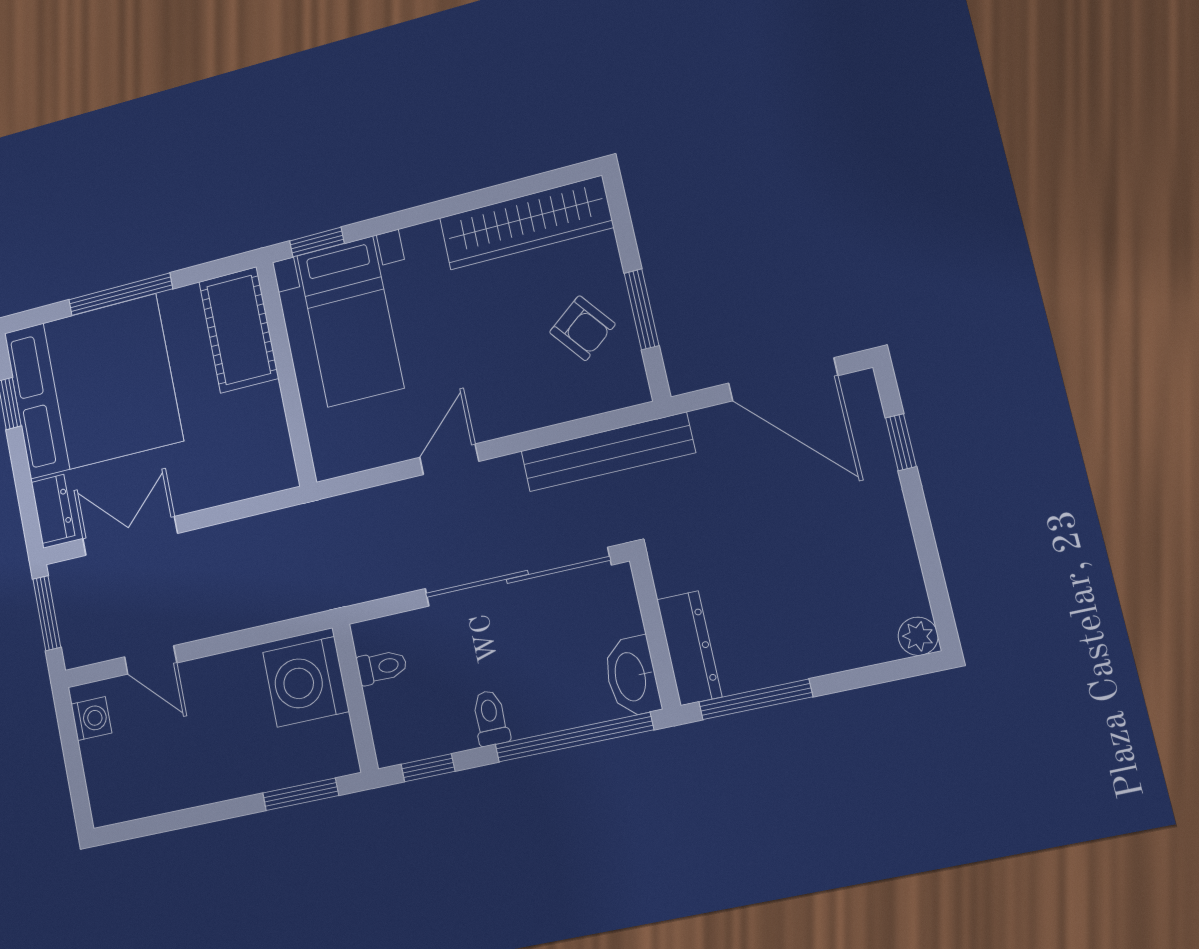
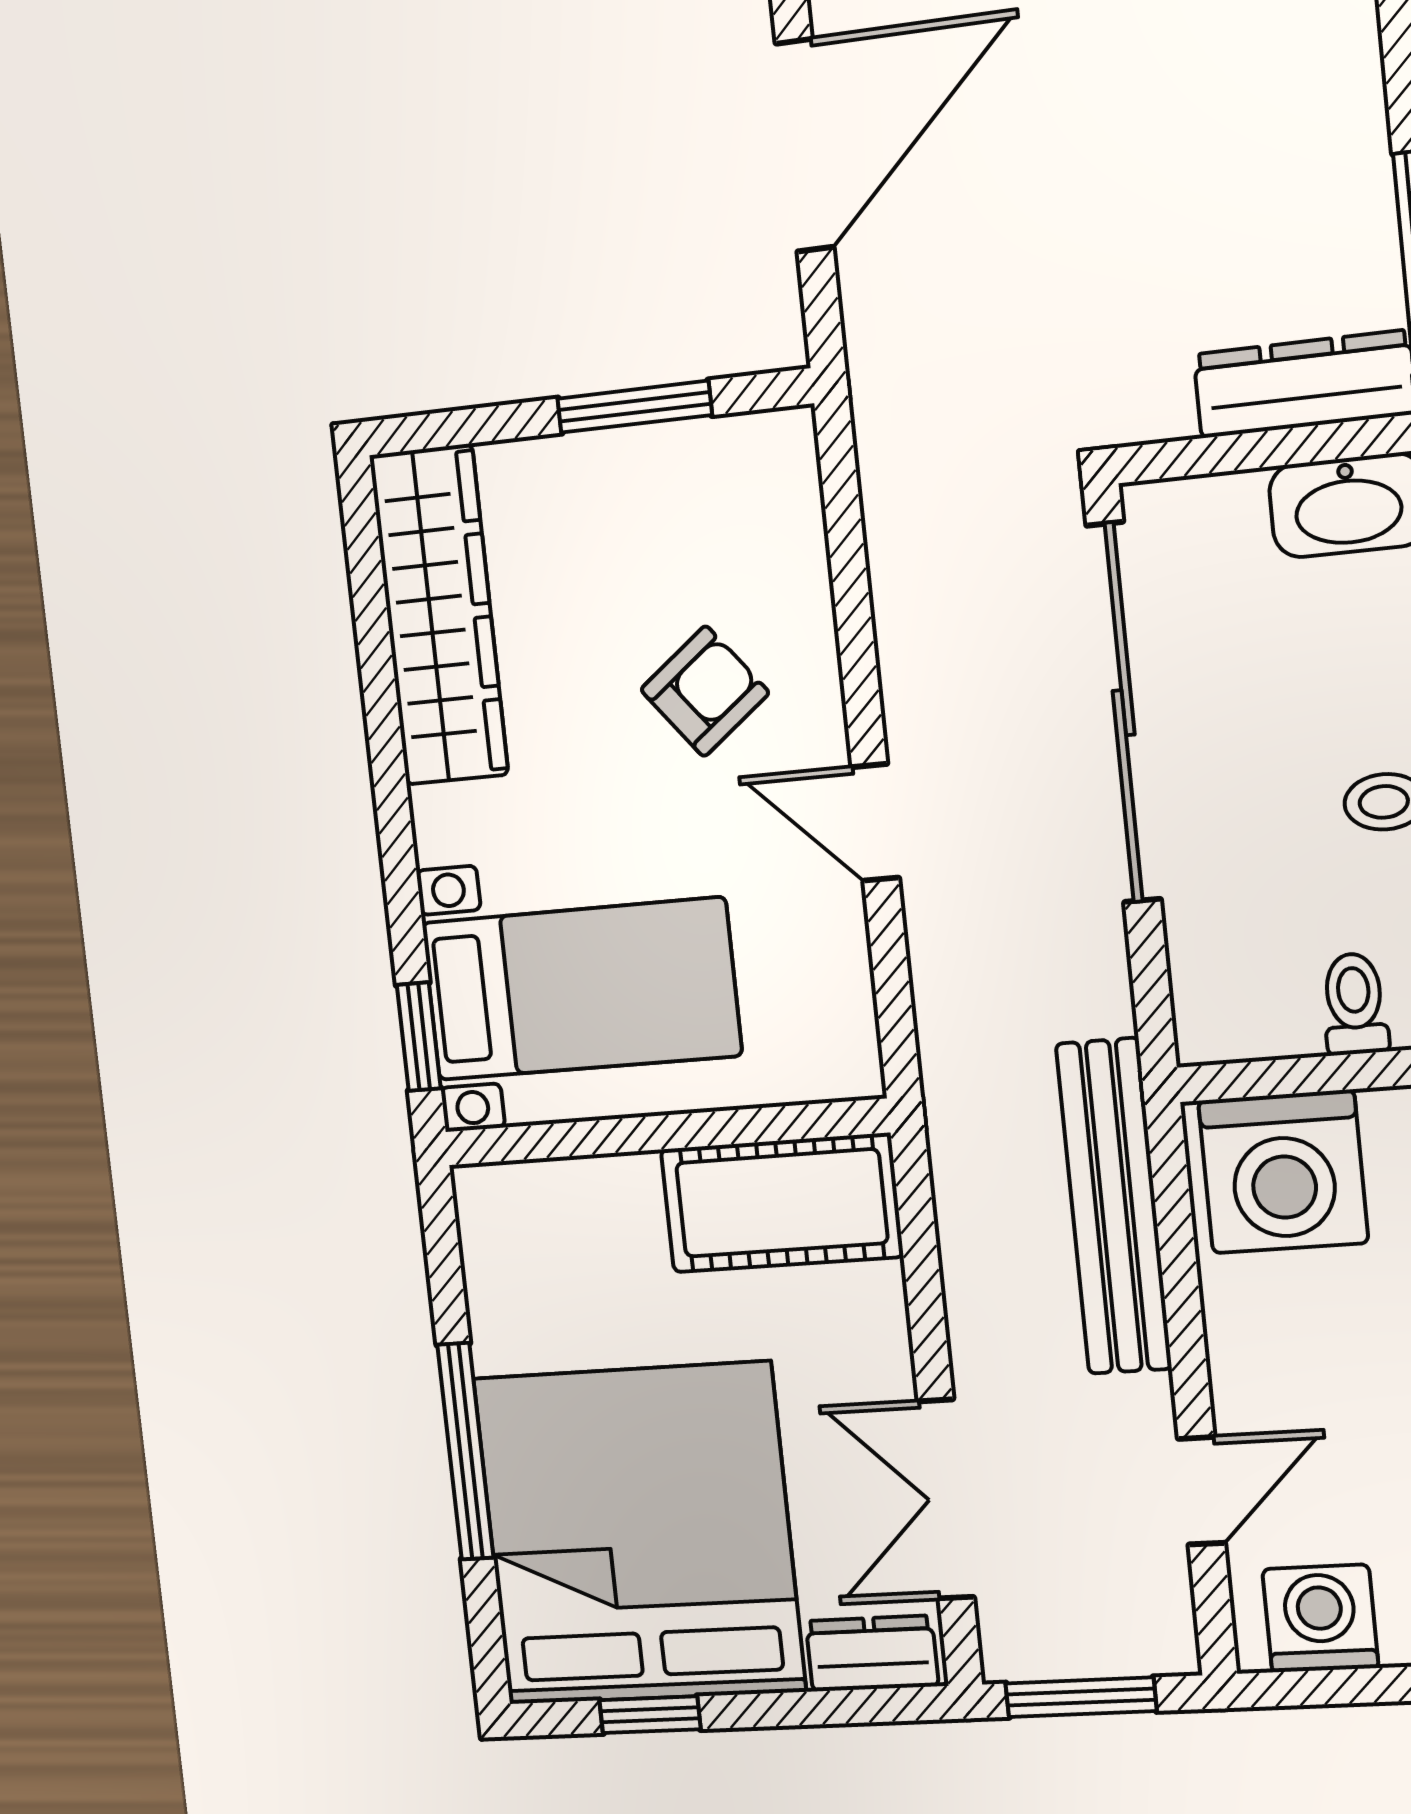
armchair: (582, 328) -> (705, 691), moved
cot: (239, 330) -> (782, 1203), moved
bench: (608, 452) -> (1114, 1206), moved
toilet: (382, 667) -> (1355, 1004), moved
washing machine: (91, 719) -> (1320, 1618), width x1.38, depth x1.38

